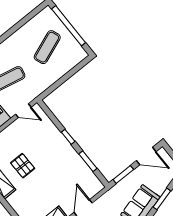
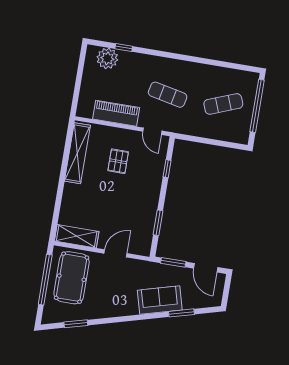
window: (68, 137) -> (167, 169), moved
pallet: (23, 166) -> (118, 161), moved

